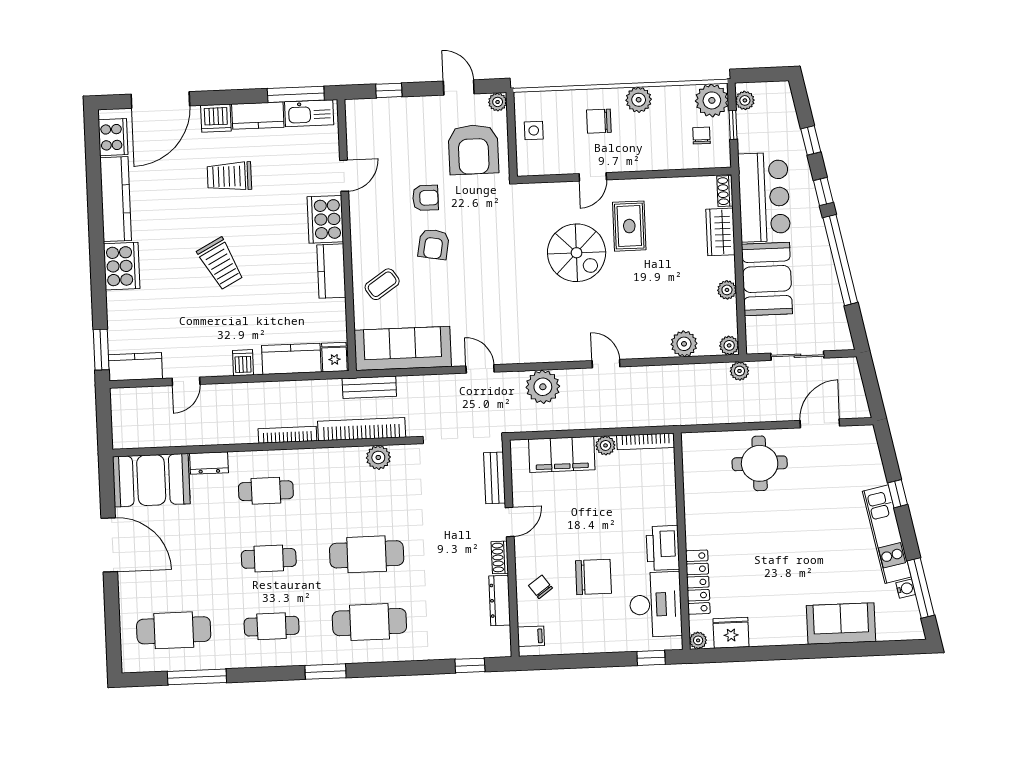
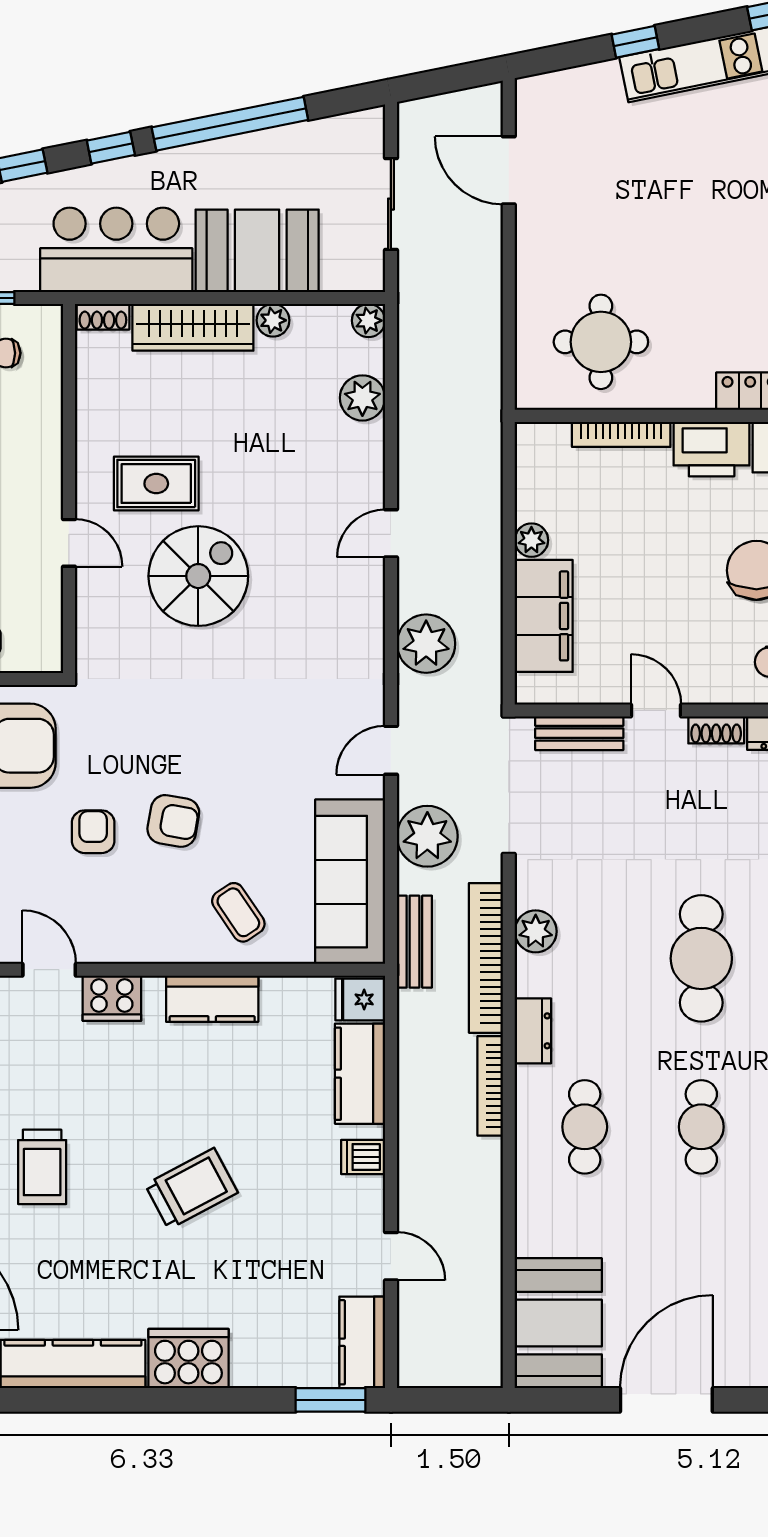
cooker: (325, 219) -> (112, 998), width x0.73, depth x0.76
wardrobe: (720, 232) -> (193, 327), width x1.50
plant: (739, 371) -> (427, 836), moved, width x1.88, depth x1.88
bookcase: (646, 441) -> (621, 434), moved, turned 90
dresser: (209, 463) -> (533, 1031), moved
round table: (760, 463) -> (601, 342), moved

